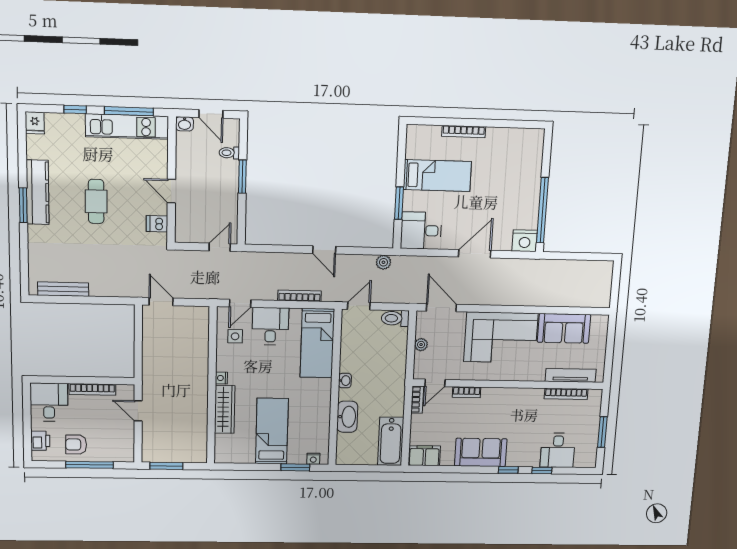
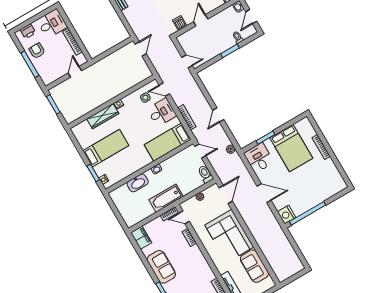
bed: (437, 176) -> (291, 148), width x1.50
bathtub: (391, 441) -> (166, 198), moved

